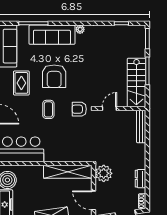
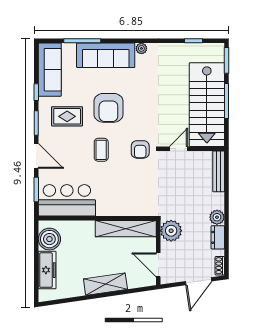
stairs: (136, 82) -> (207, 105), width x1.36, depth x1.51
rug: (21, 83) -> (67, 116), turned 90
armchair: (79, 109) -> (140, 149), turned -90
plant: (140, 163) -> (217, 217), added

